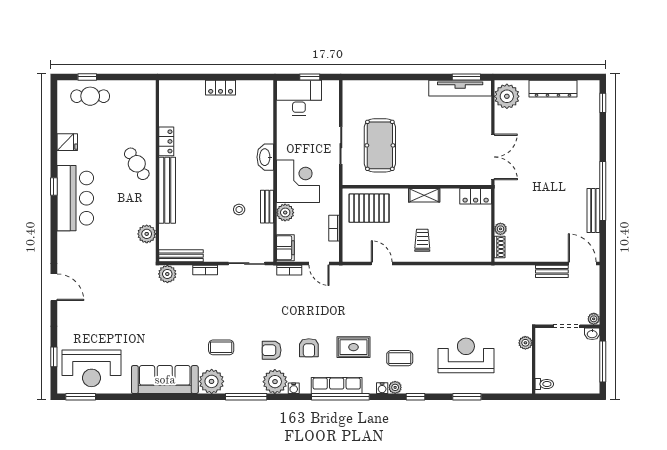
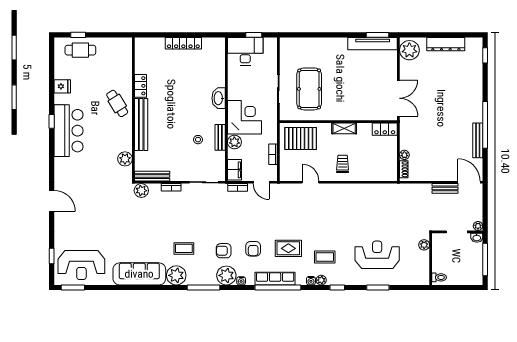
locker: (221, 88) -> (183, 43), width x1.53

